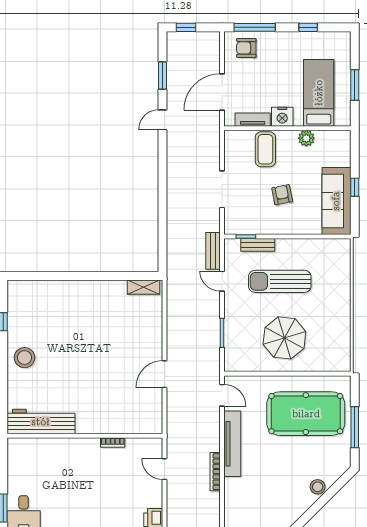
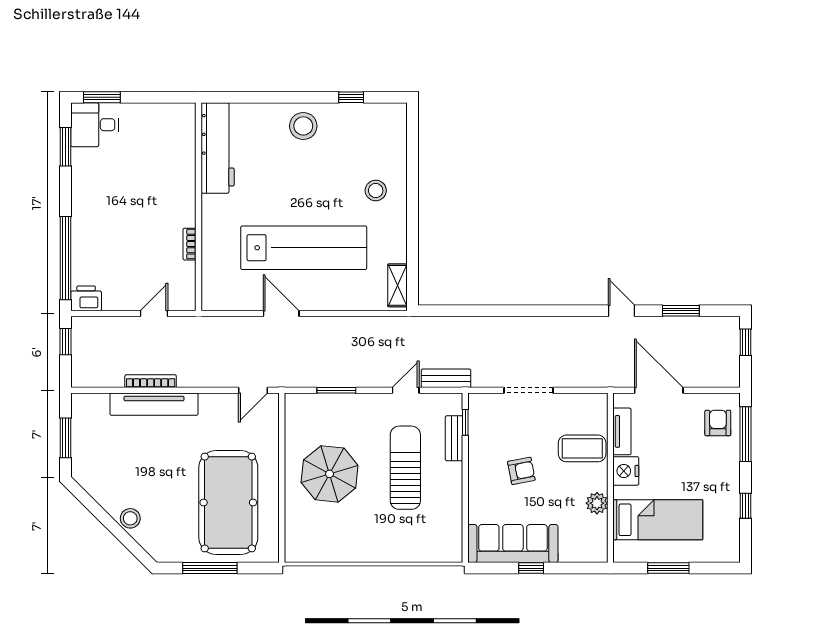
stool: (73, 303) -> (376, 191), added
lab bench: (115, 357) -> (304, 248), added
tv unit: (232, 444) -> (154, 404), moved

